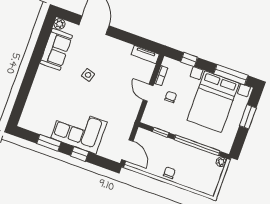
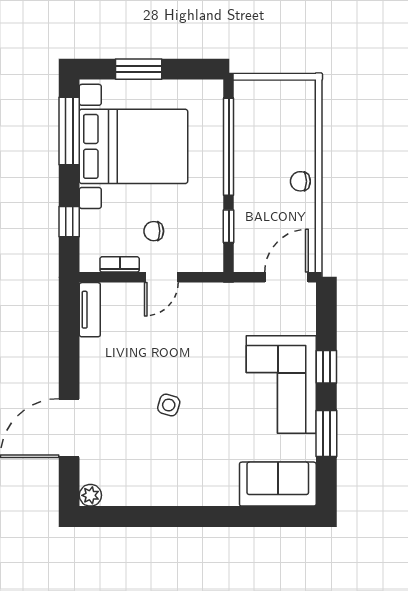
sofa: (56, 49) -> (278, 484), moved
plant: (221, 162) -> (244, 89), removed

